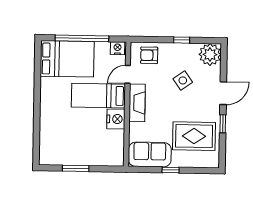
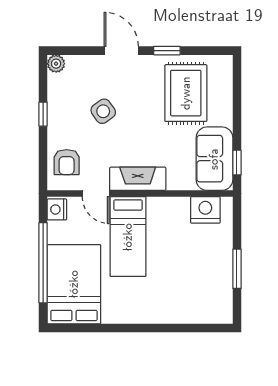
plant: (210, 54) -> (56, 64), width x0.53, depth x0.53
nightstand: (116, 119) -> (205, 210), moved
window: (171, 170) -> (237, 163), moved

